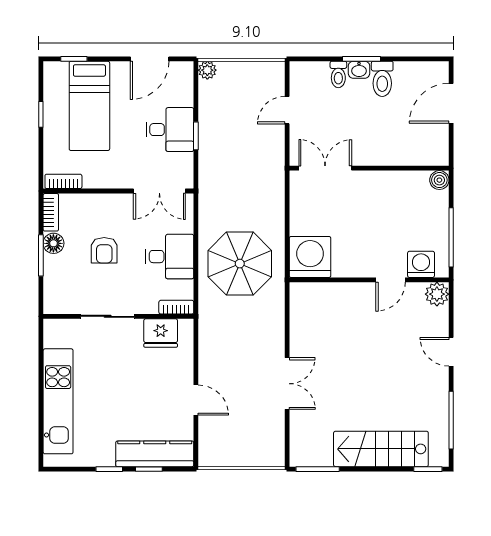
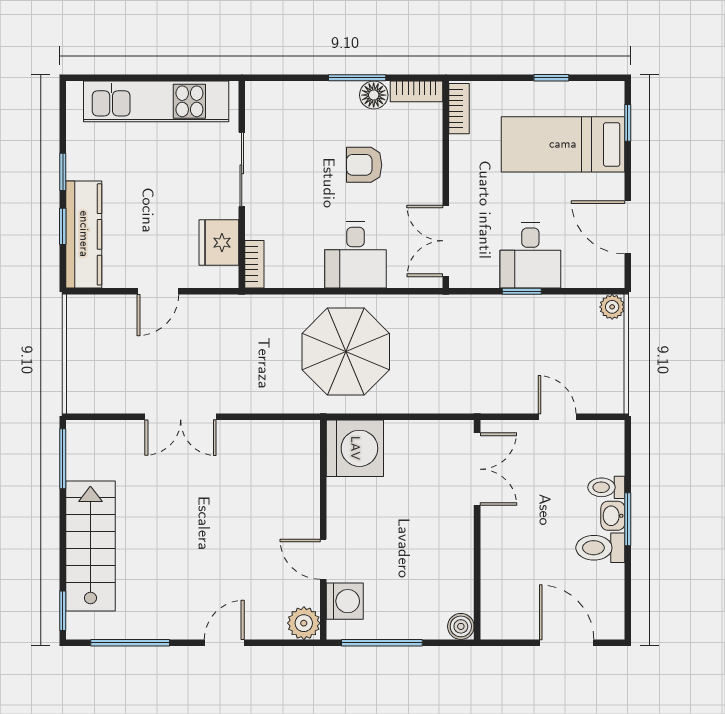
bookcase: (176, 307) -> (254, 264), moved
sliding door: (108, 316) -> (242, 169), moved
wall: (118, 316) -> (242, 184), moved
fridge: (161, 333) -> (219, 243), moved

